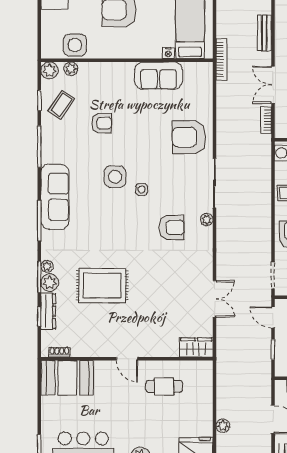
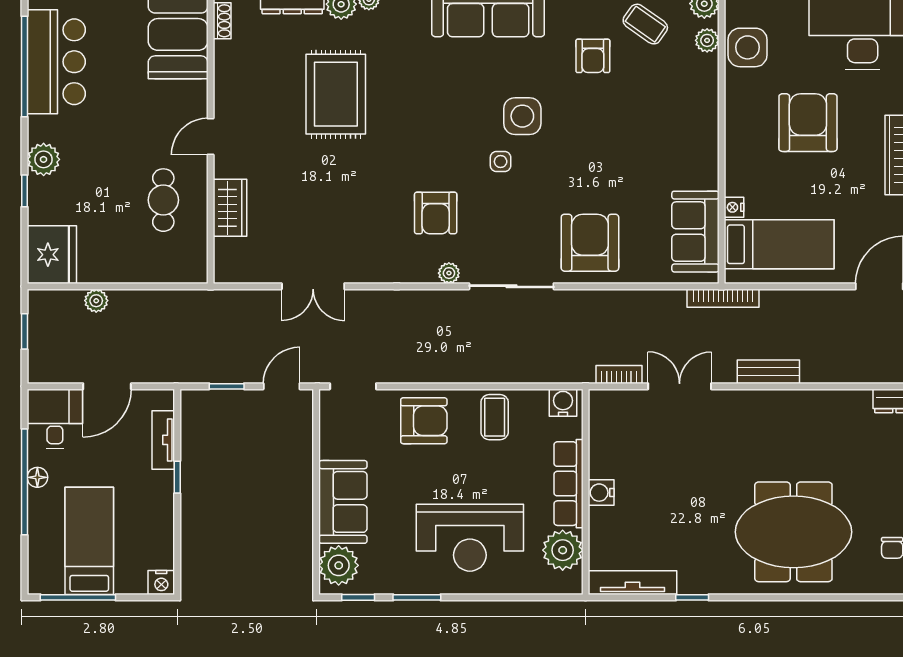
sofa: (159, 76) -> (695, 232), moved
armchair: (102, 123) -> (593, 56), moved
wardrobe: (196, 348) -> (230, 208), moved

